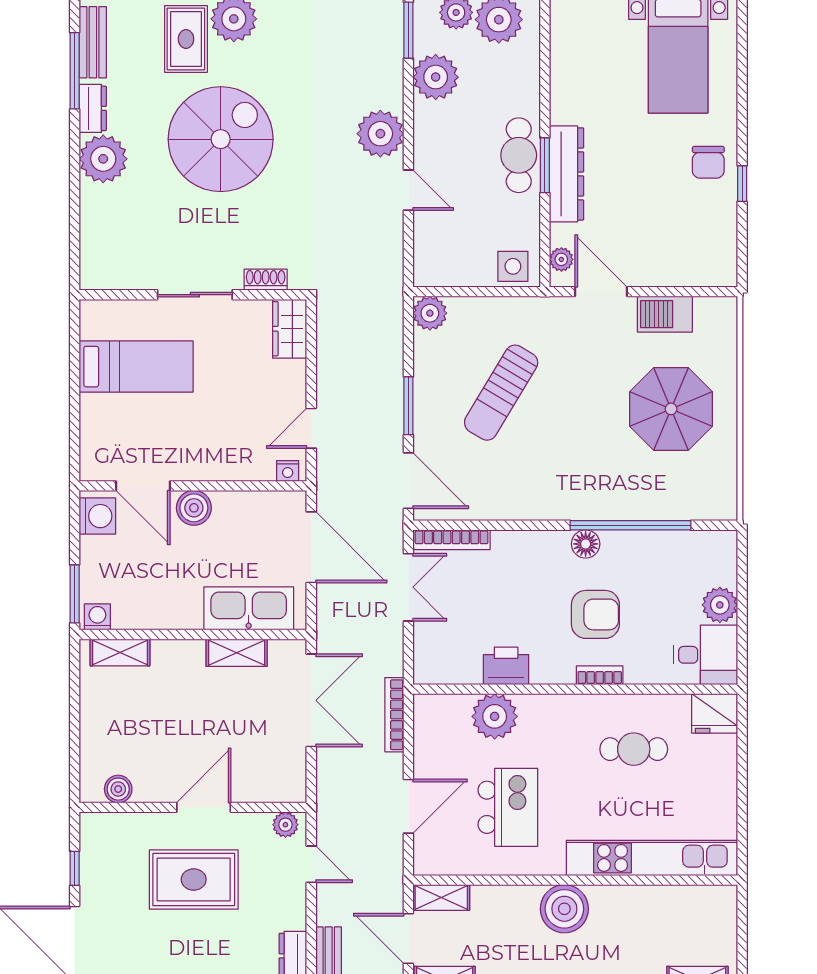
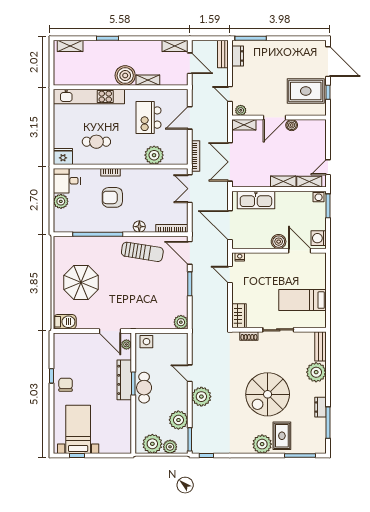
bench: (93, 42) -> (320, 346), moved
plant: (103, 159) -> (316, 372), moved
barbecue: (665, 314) -> (65, 322), moved
sun lounger: (501, 393) -> (142, 252), moved, turned 68
door: (311, 428) -> (230, 275), swing flipped
floor lamp: (586, 544) -> (139, 227), moved
double door: (408, 587) -> (190, 189), moved
shelving: (237, 653) -> (283, 182), moved
printer: (506, 666) -> (149, 176), removed
door: (75, 687) -> (328, 167), added
boiler: (118, 789) -> (292, 125), moved
shelving: (278, 790) -> (244, 125), added
rug: (194, 880) -> (306, 91), moved
shelving: (441, 898) -> (148, 80), moved

